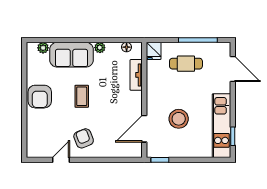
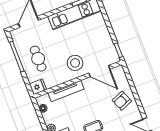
tv unit: (136, 75) -> (66, 91), width x1.41
stool: (179, 119) -> (75, 63), moved
armchair: (84, 138) -> (122, 101), moved

